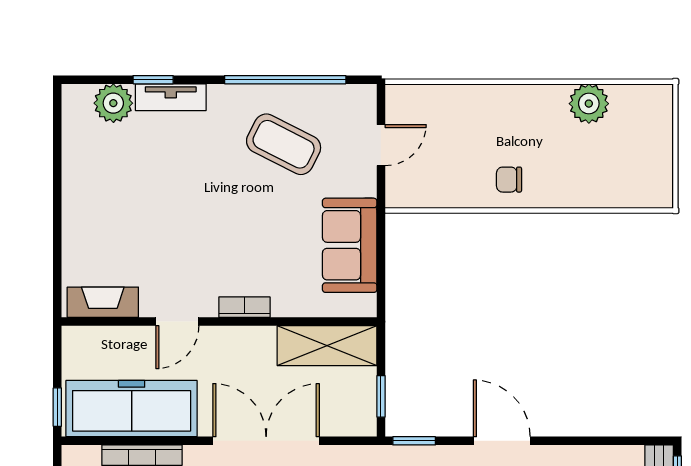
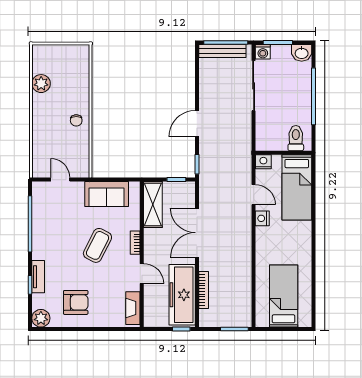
plant: (113, 103) -> (41, 318), moved
coffee table: (284, 144) -> (97, 245), moved
armchair: (115, 178) -> (76, 302), added

